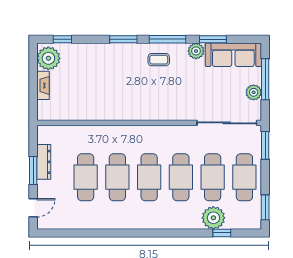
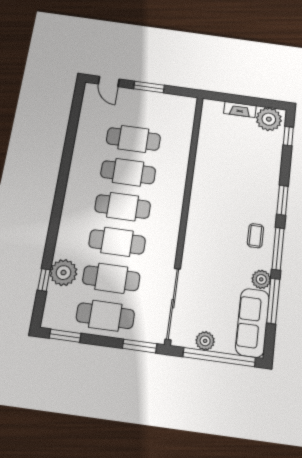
window: (213, 39) -> (273, 301), width x1.44
window: (265, 79) -> (219, 357), width x1.46
dresser: (44, 162) -> (157, 99), removed

